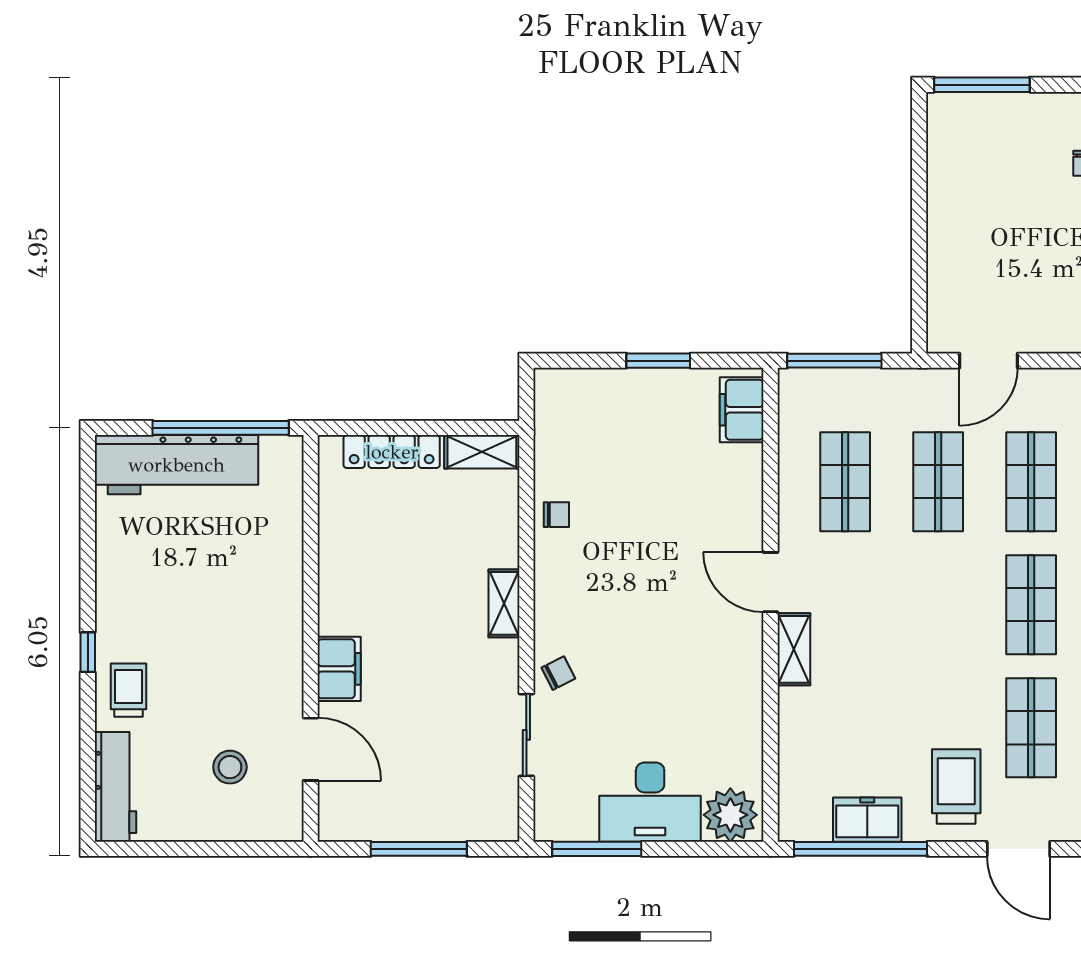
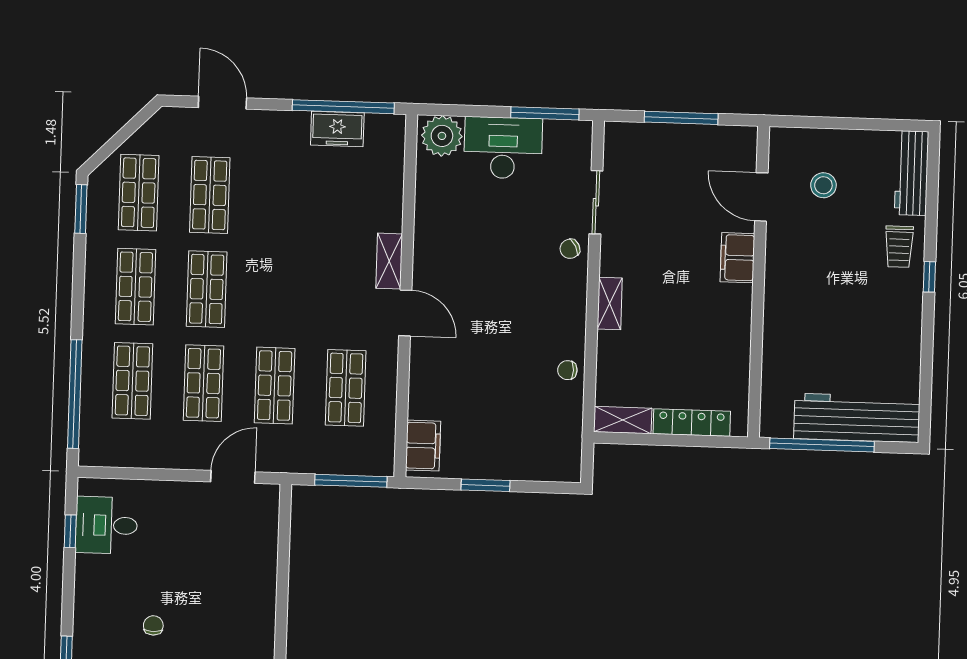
trolley: (956, 786) -> (268, 152), removed

